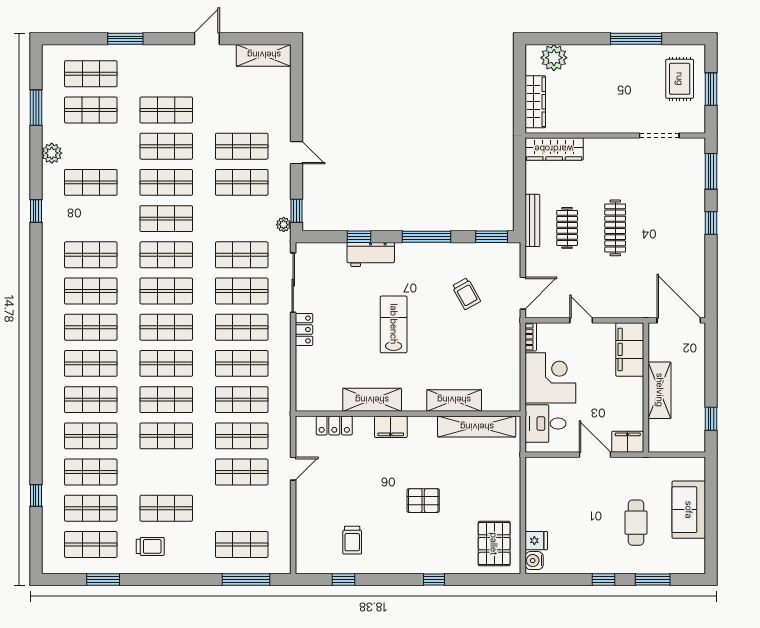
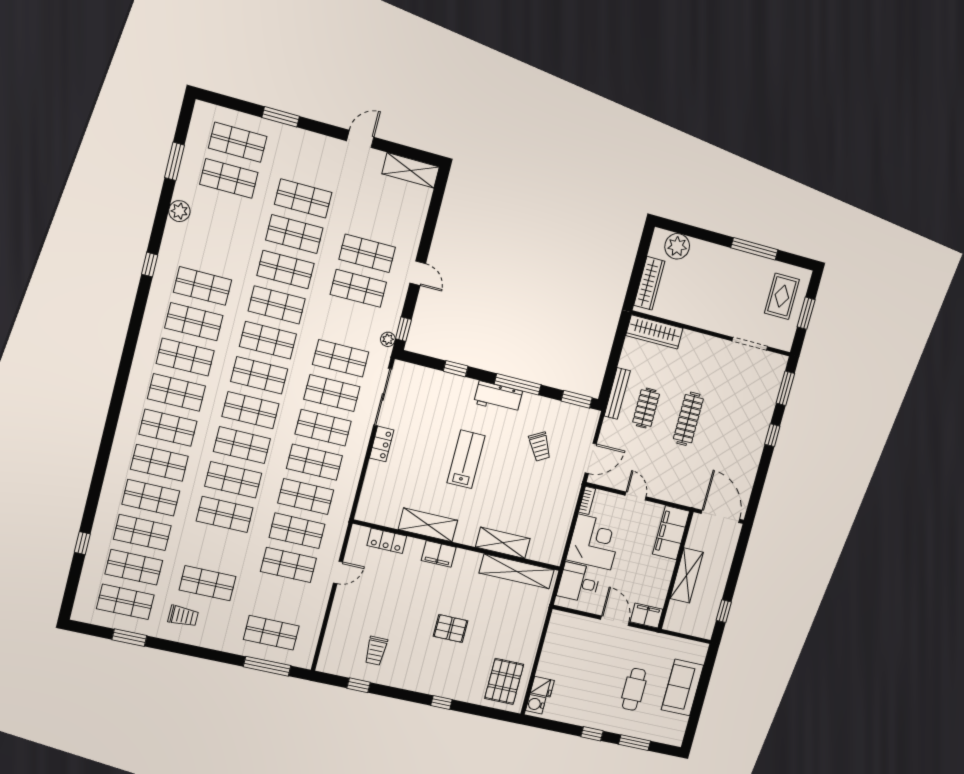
shop shelf: (91, 182) -> (203, 286), moved
workbench: (371, 254) -> (498, 397), moved

